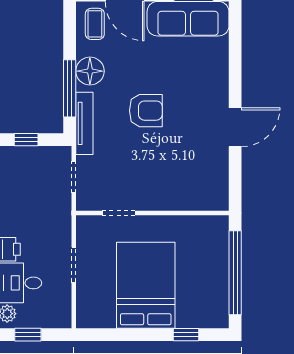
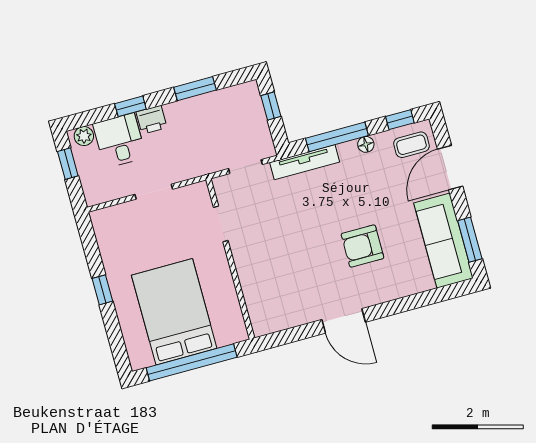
window: (70, 28) -> (400, 120), added
floor lamp: (90, 71) -> (366, 144), width x0.53, depth x0.53
armchair: (146, 111) -> (363, 246), moved, turned 90
bed: (146, 285) -> (174, 312), moved, turned -90
window: (186, 335) -> (102, 290), moved

